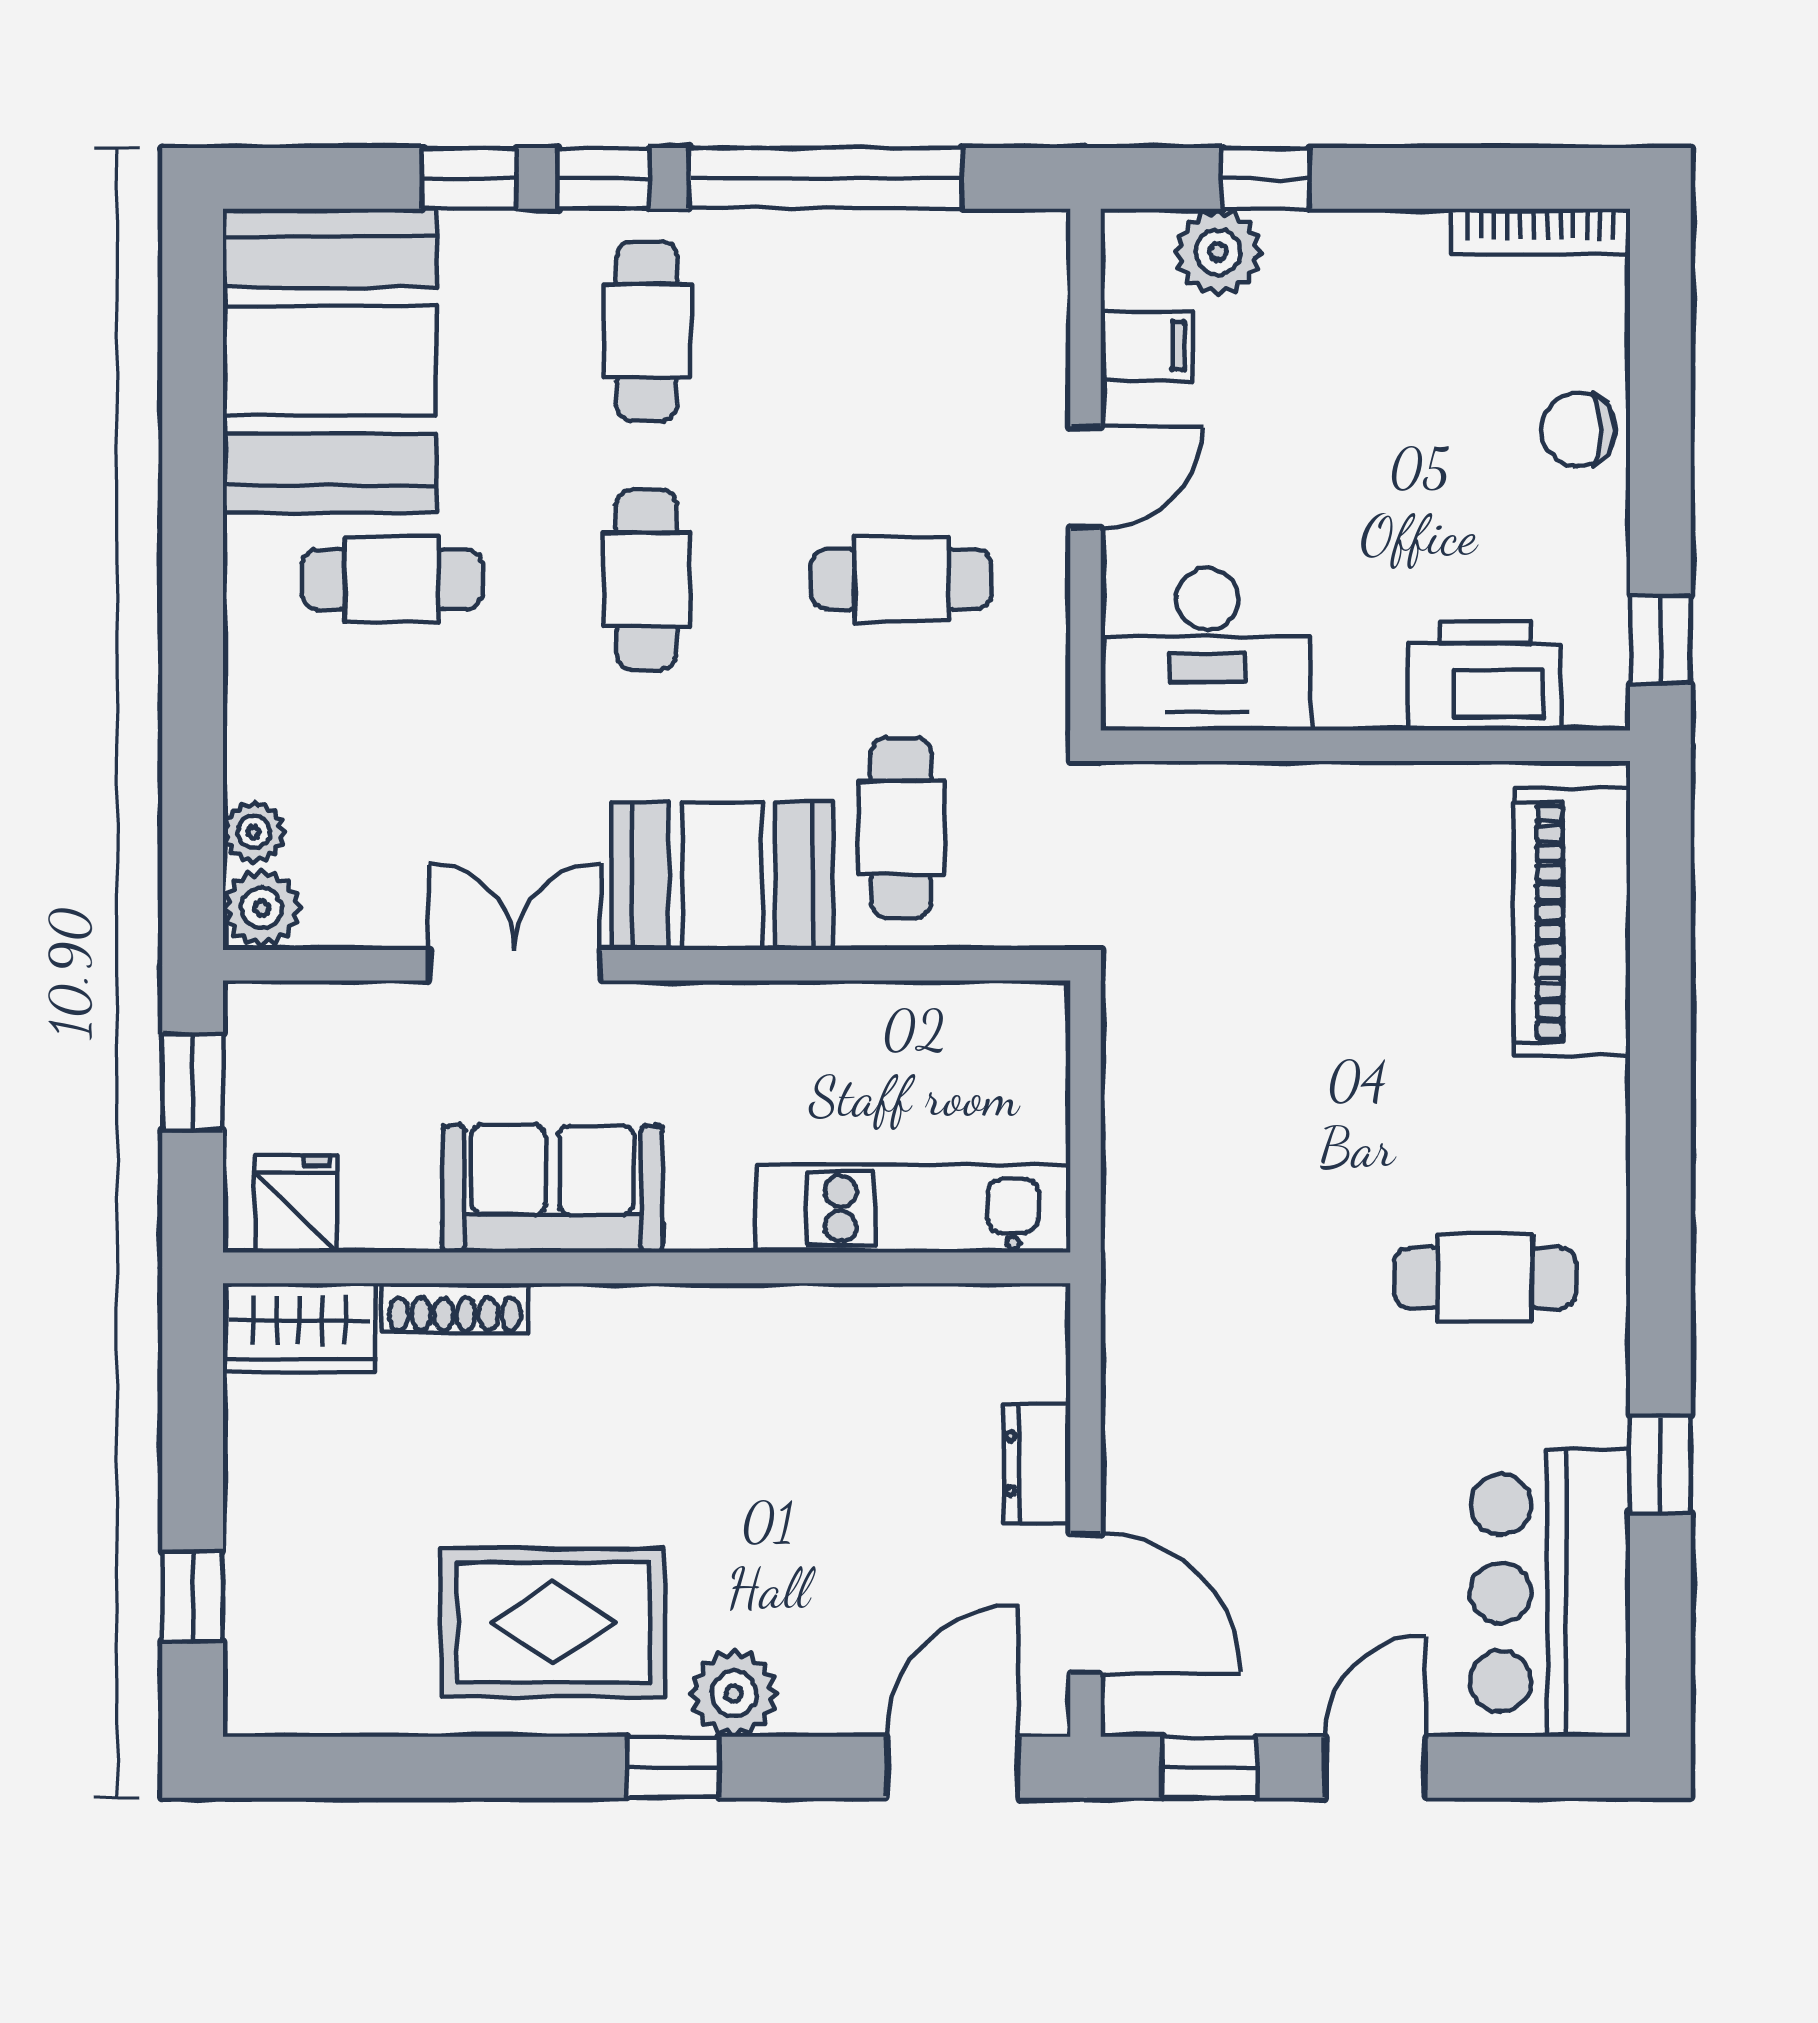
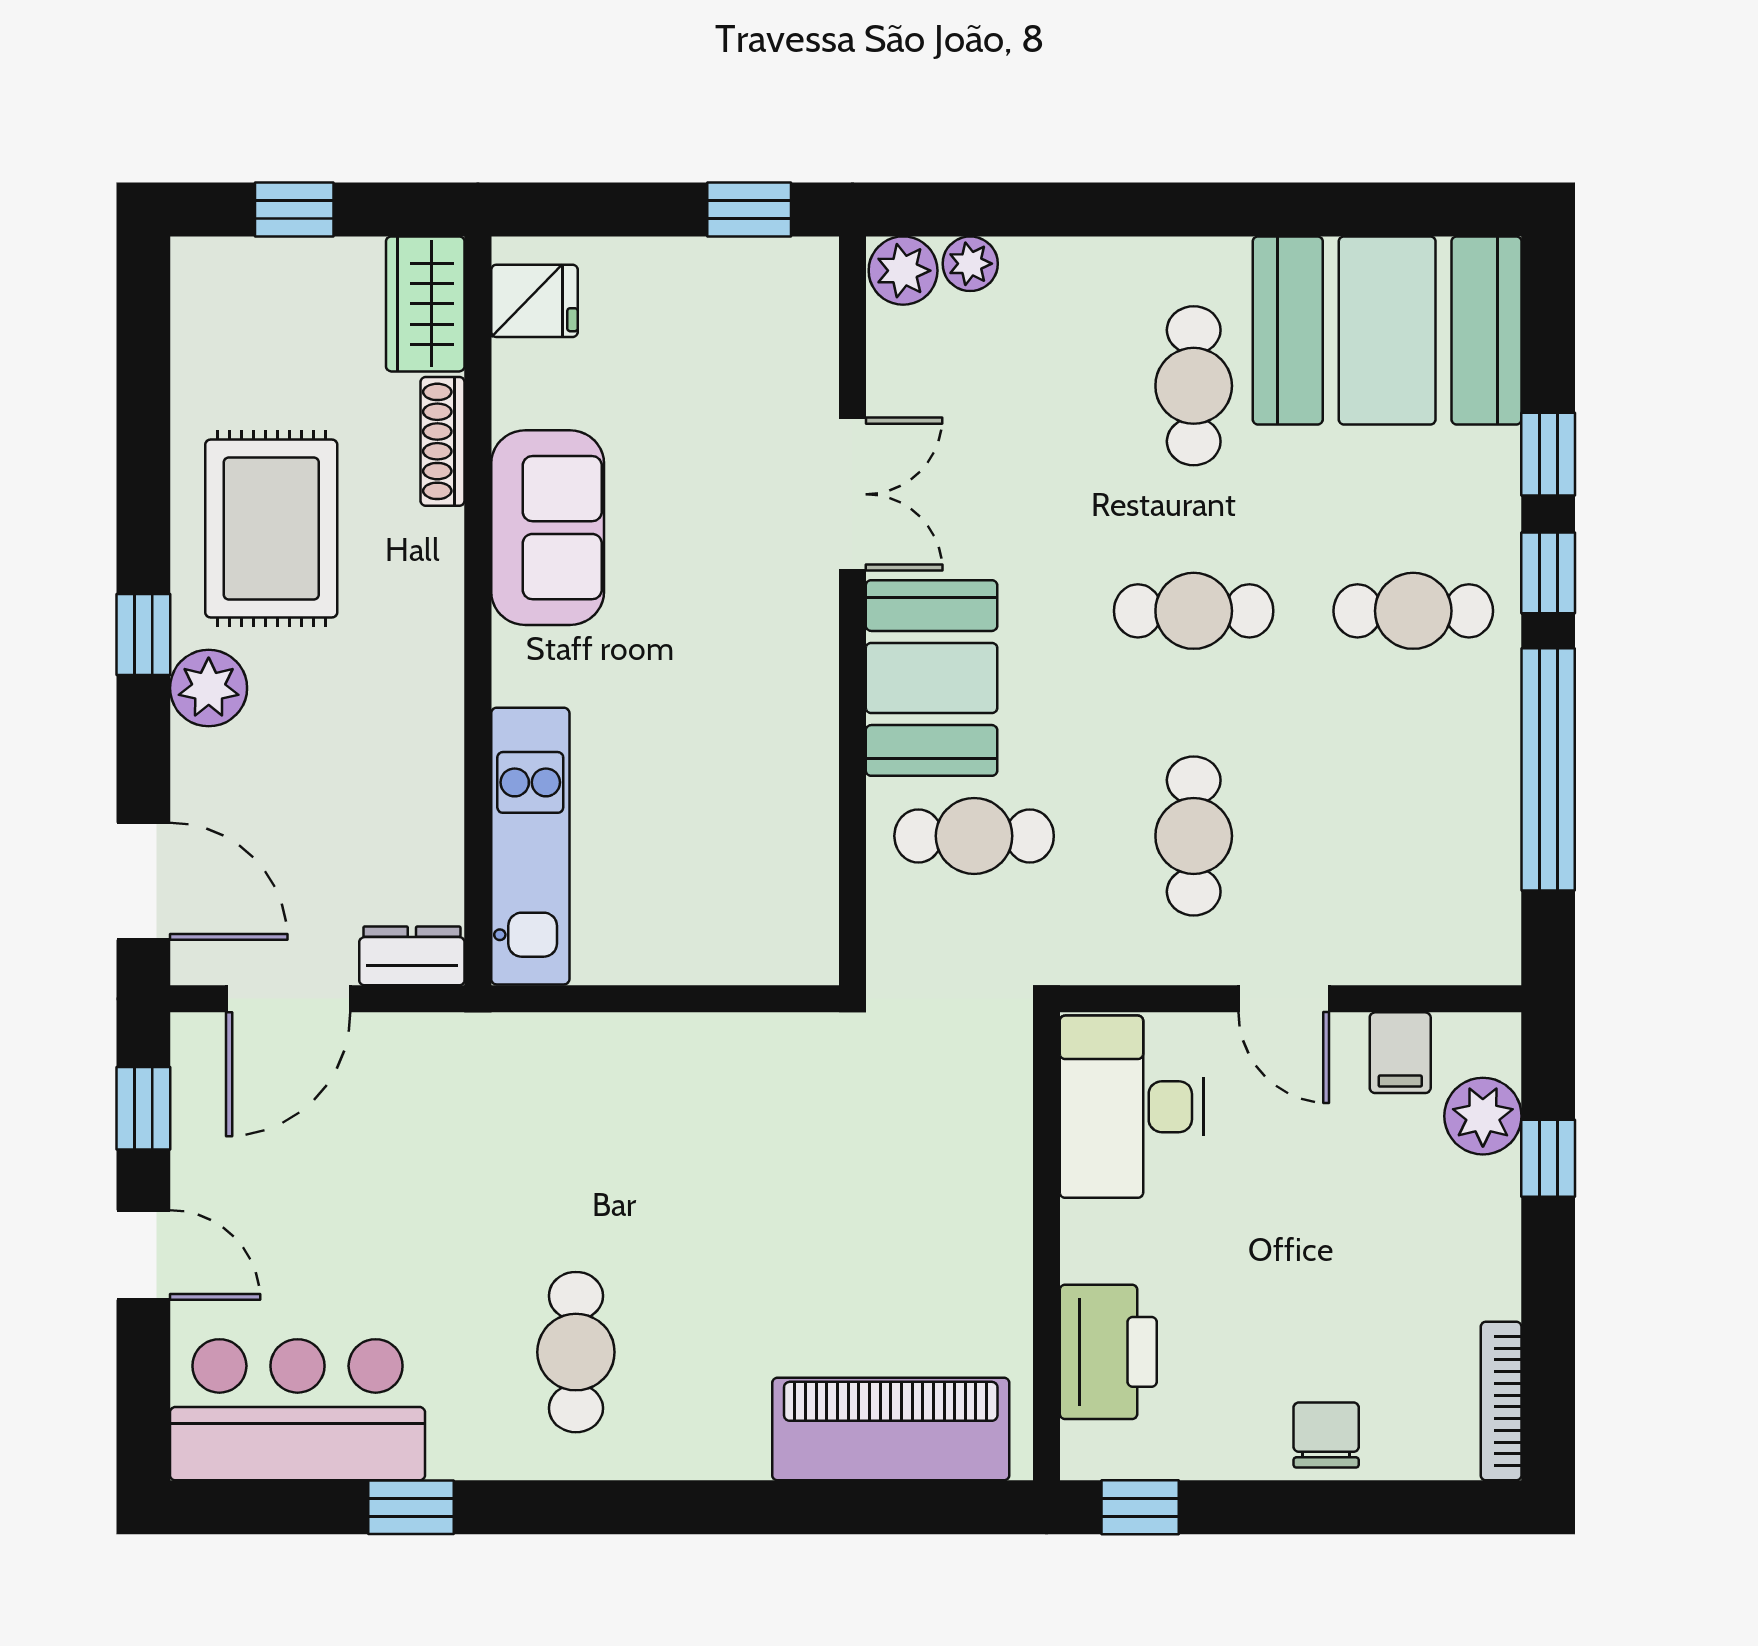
sofa: (552, 1189) -> (548, 528), moved
fridge: (296, 1204) -> (534, 301), moved
kitchen unit: (913, 1209) -> (530, 846), moved
wall: (647, 1268) -> (478, 611), moved
shoe rack: (455, 1308) -> (443, 441), moved
wardrobe: (299, 1327) -> (425, 304), moved

